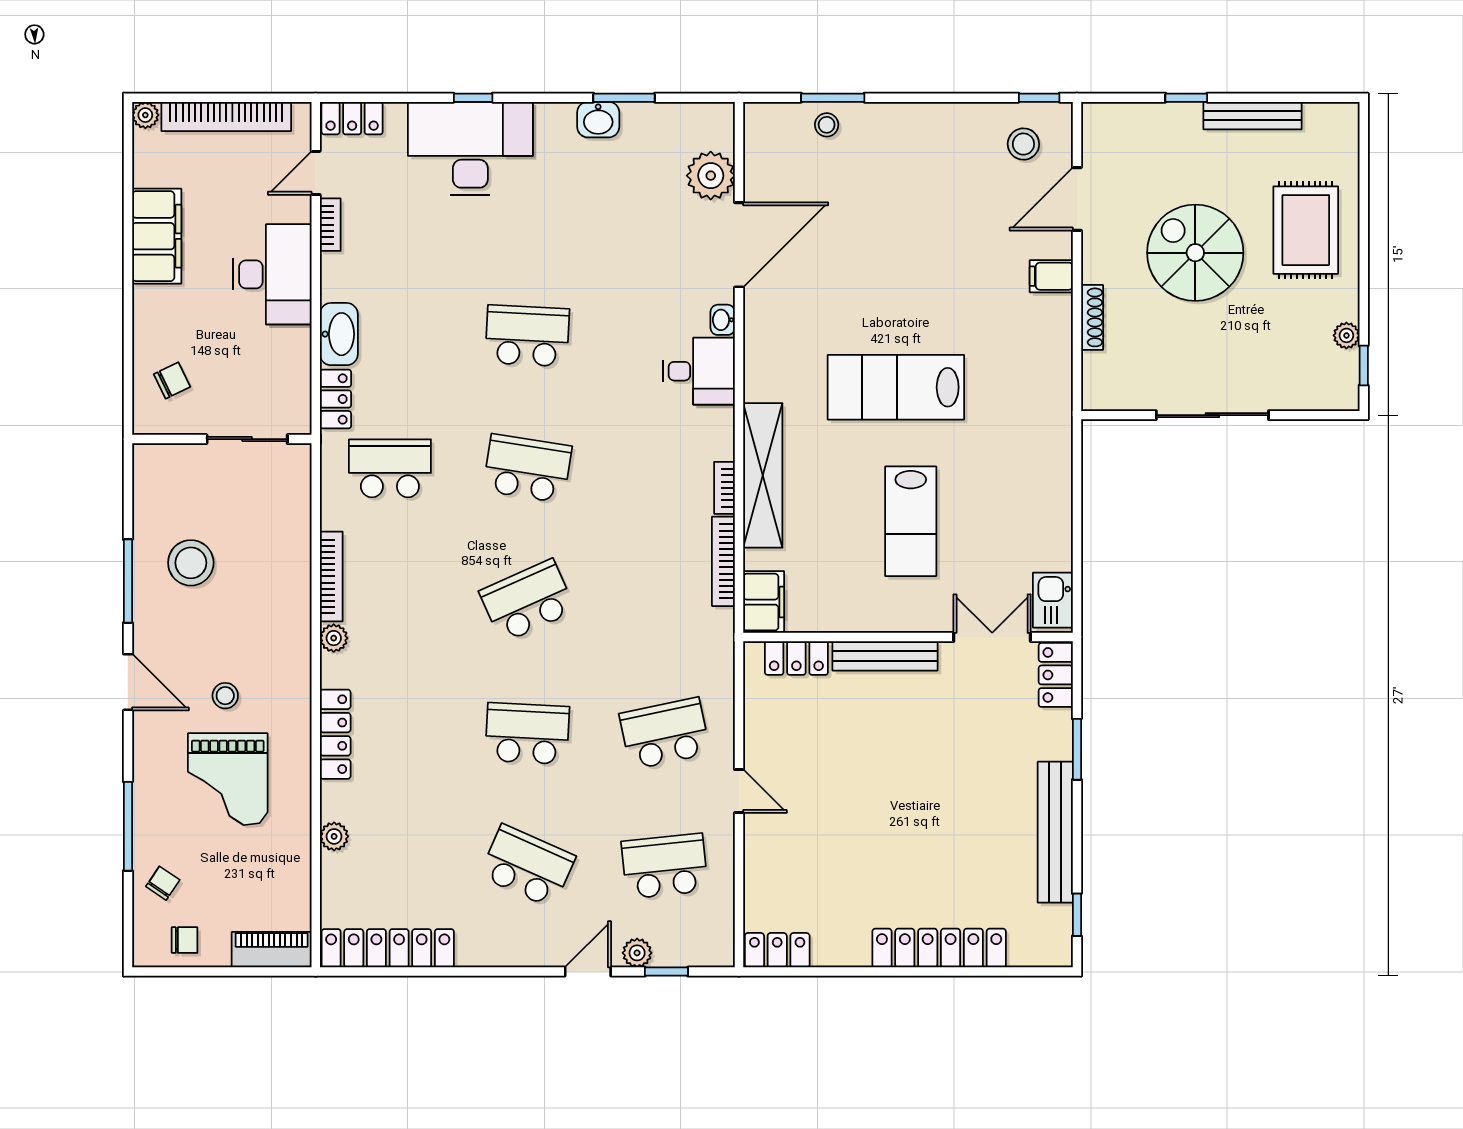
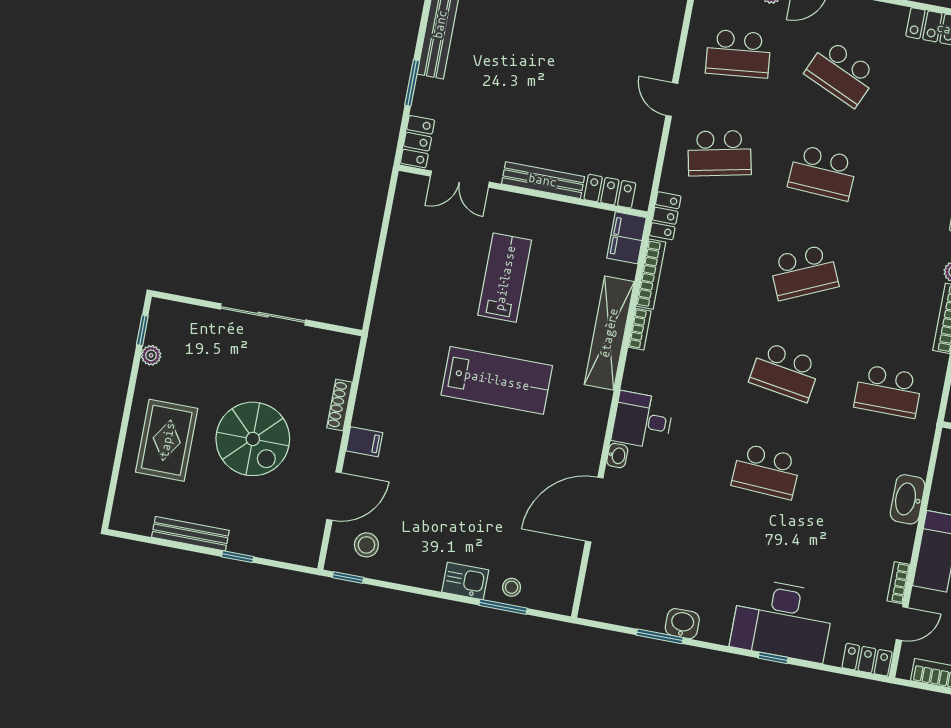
plant: (711, 176) -> (606, 566), removed
locker: (335, 399) -> (665, 216), moved, turned 180
kitchen sink: (1053, 600) -> (465, 581), moved, turned -90

